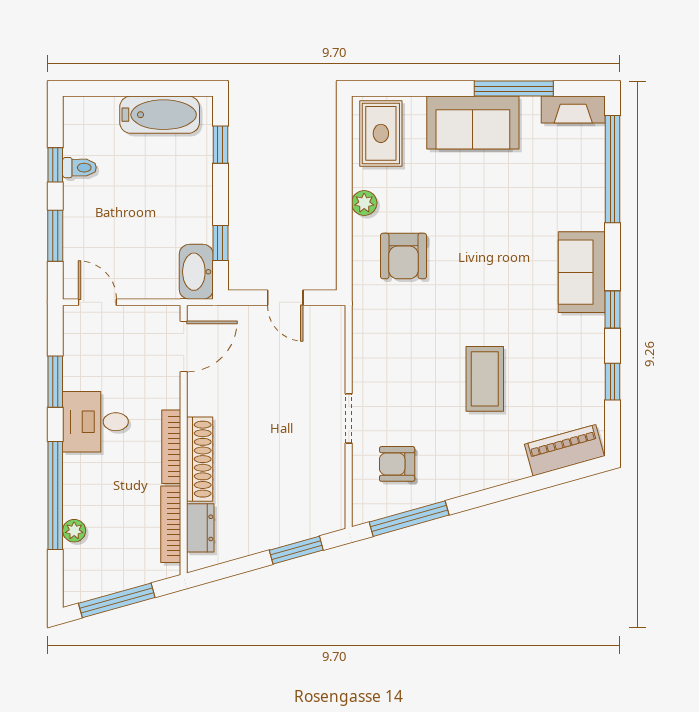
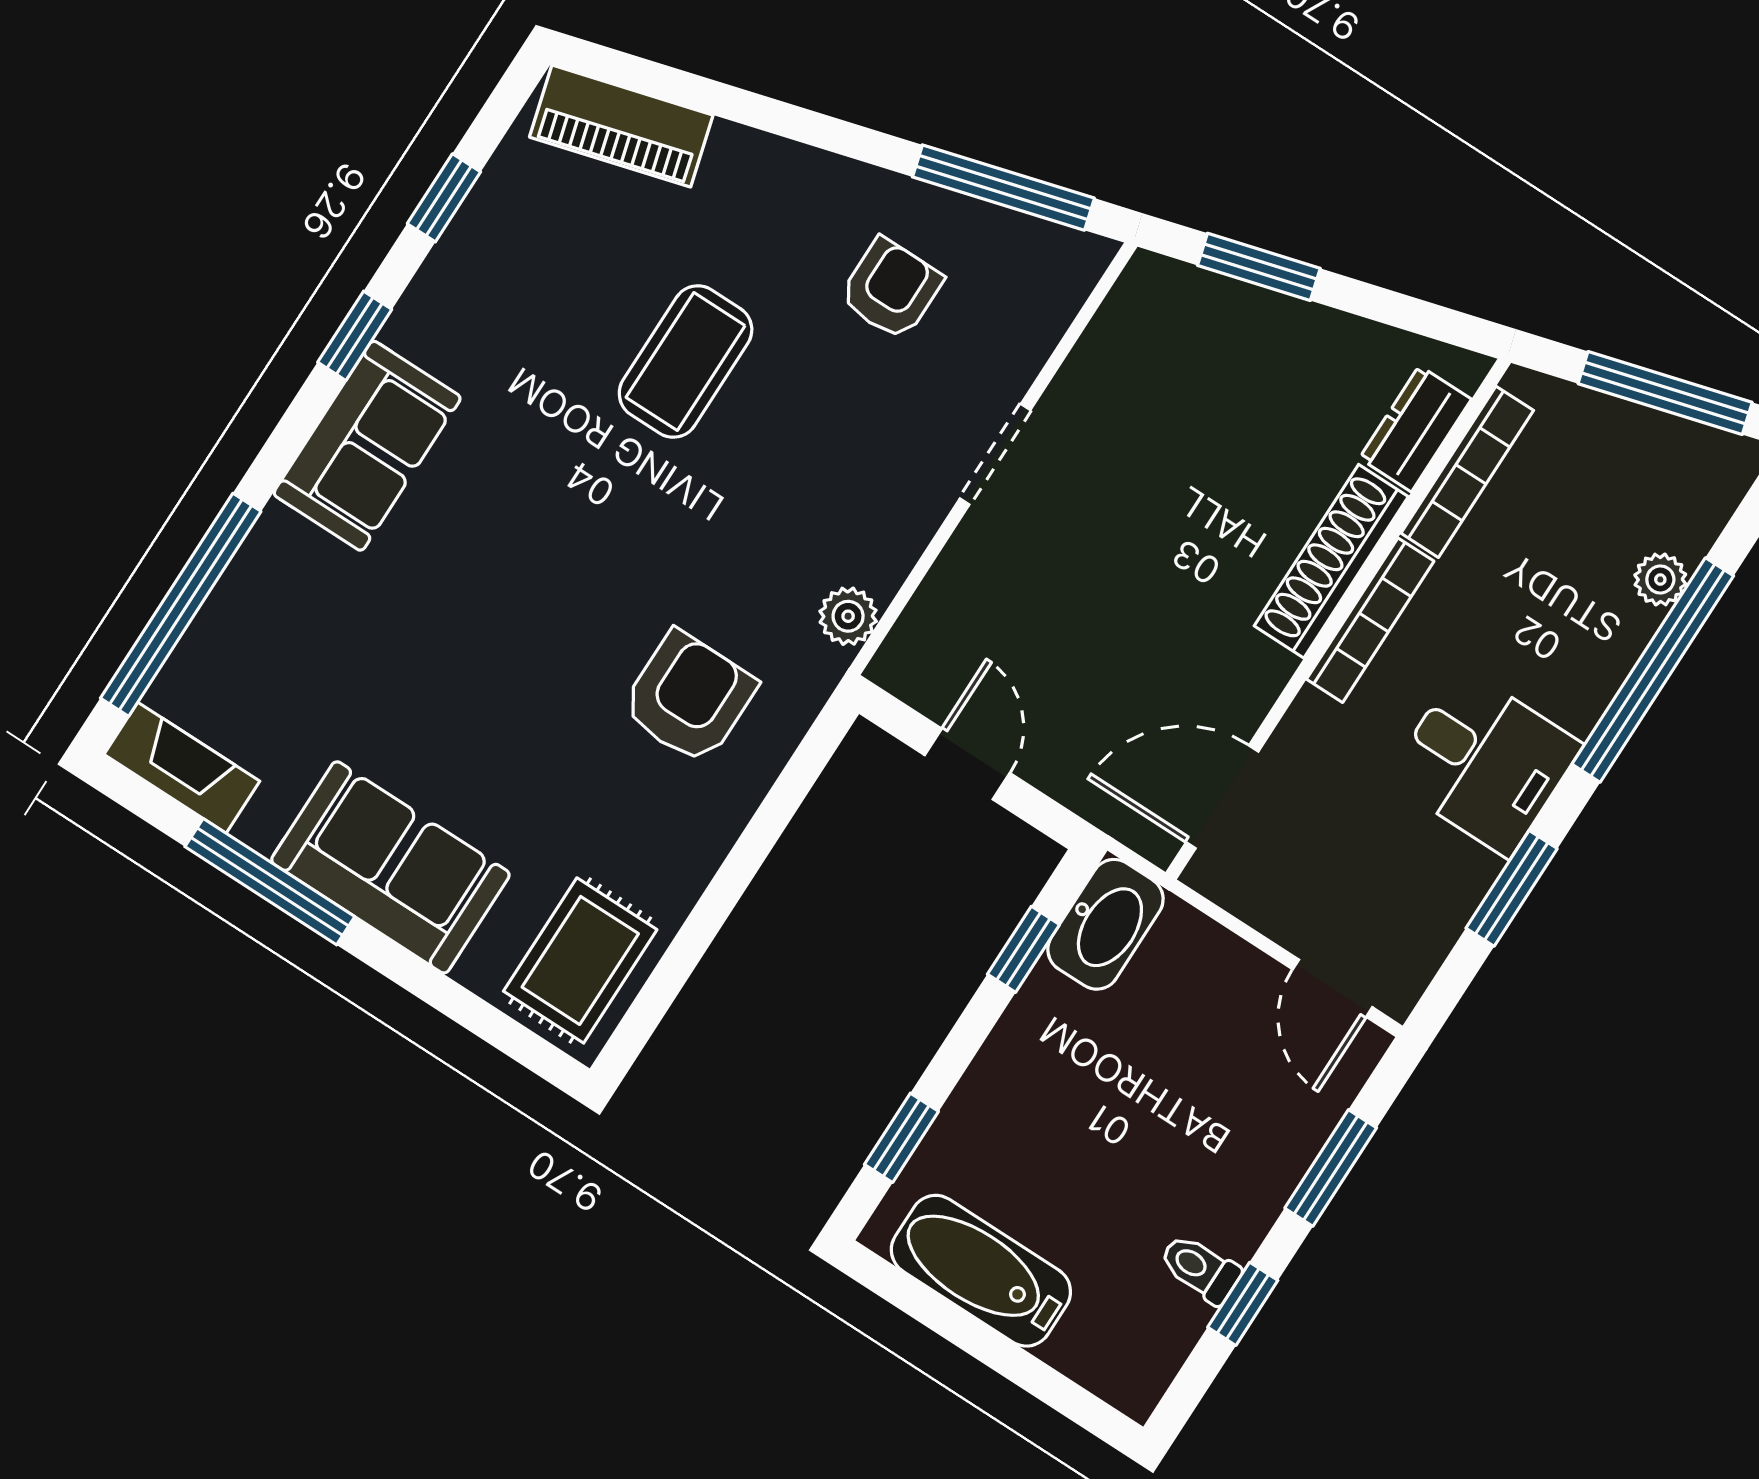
plant: (364, 203) -> (848, 616), moved
armchair: (397, 464) -> (891, 289), moved, turned -90

